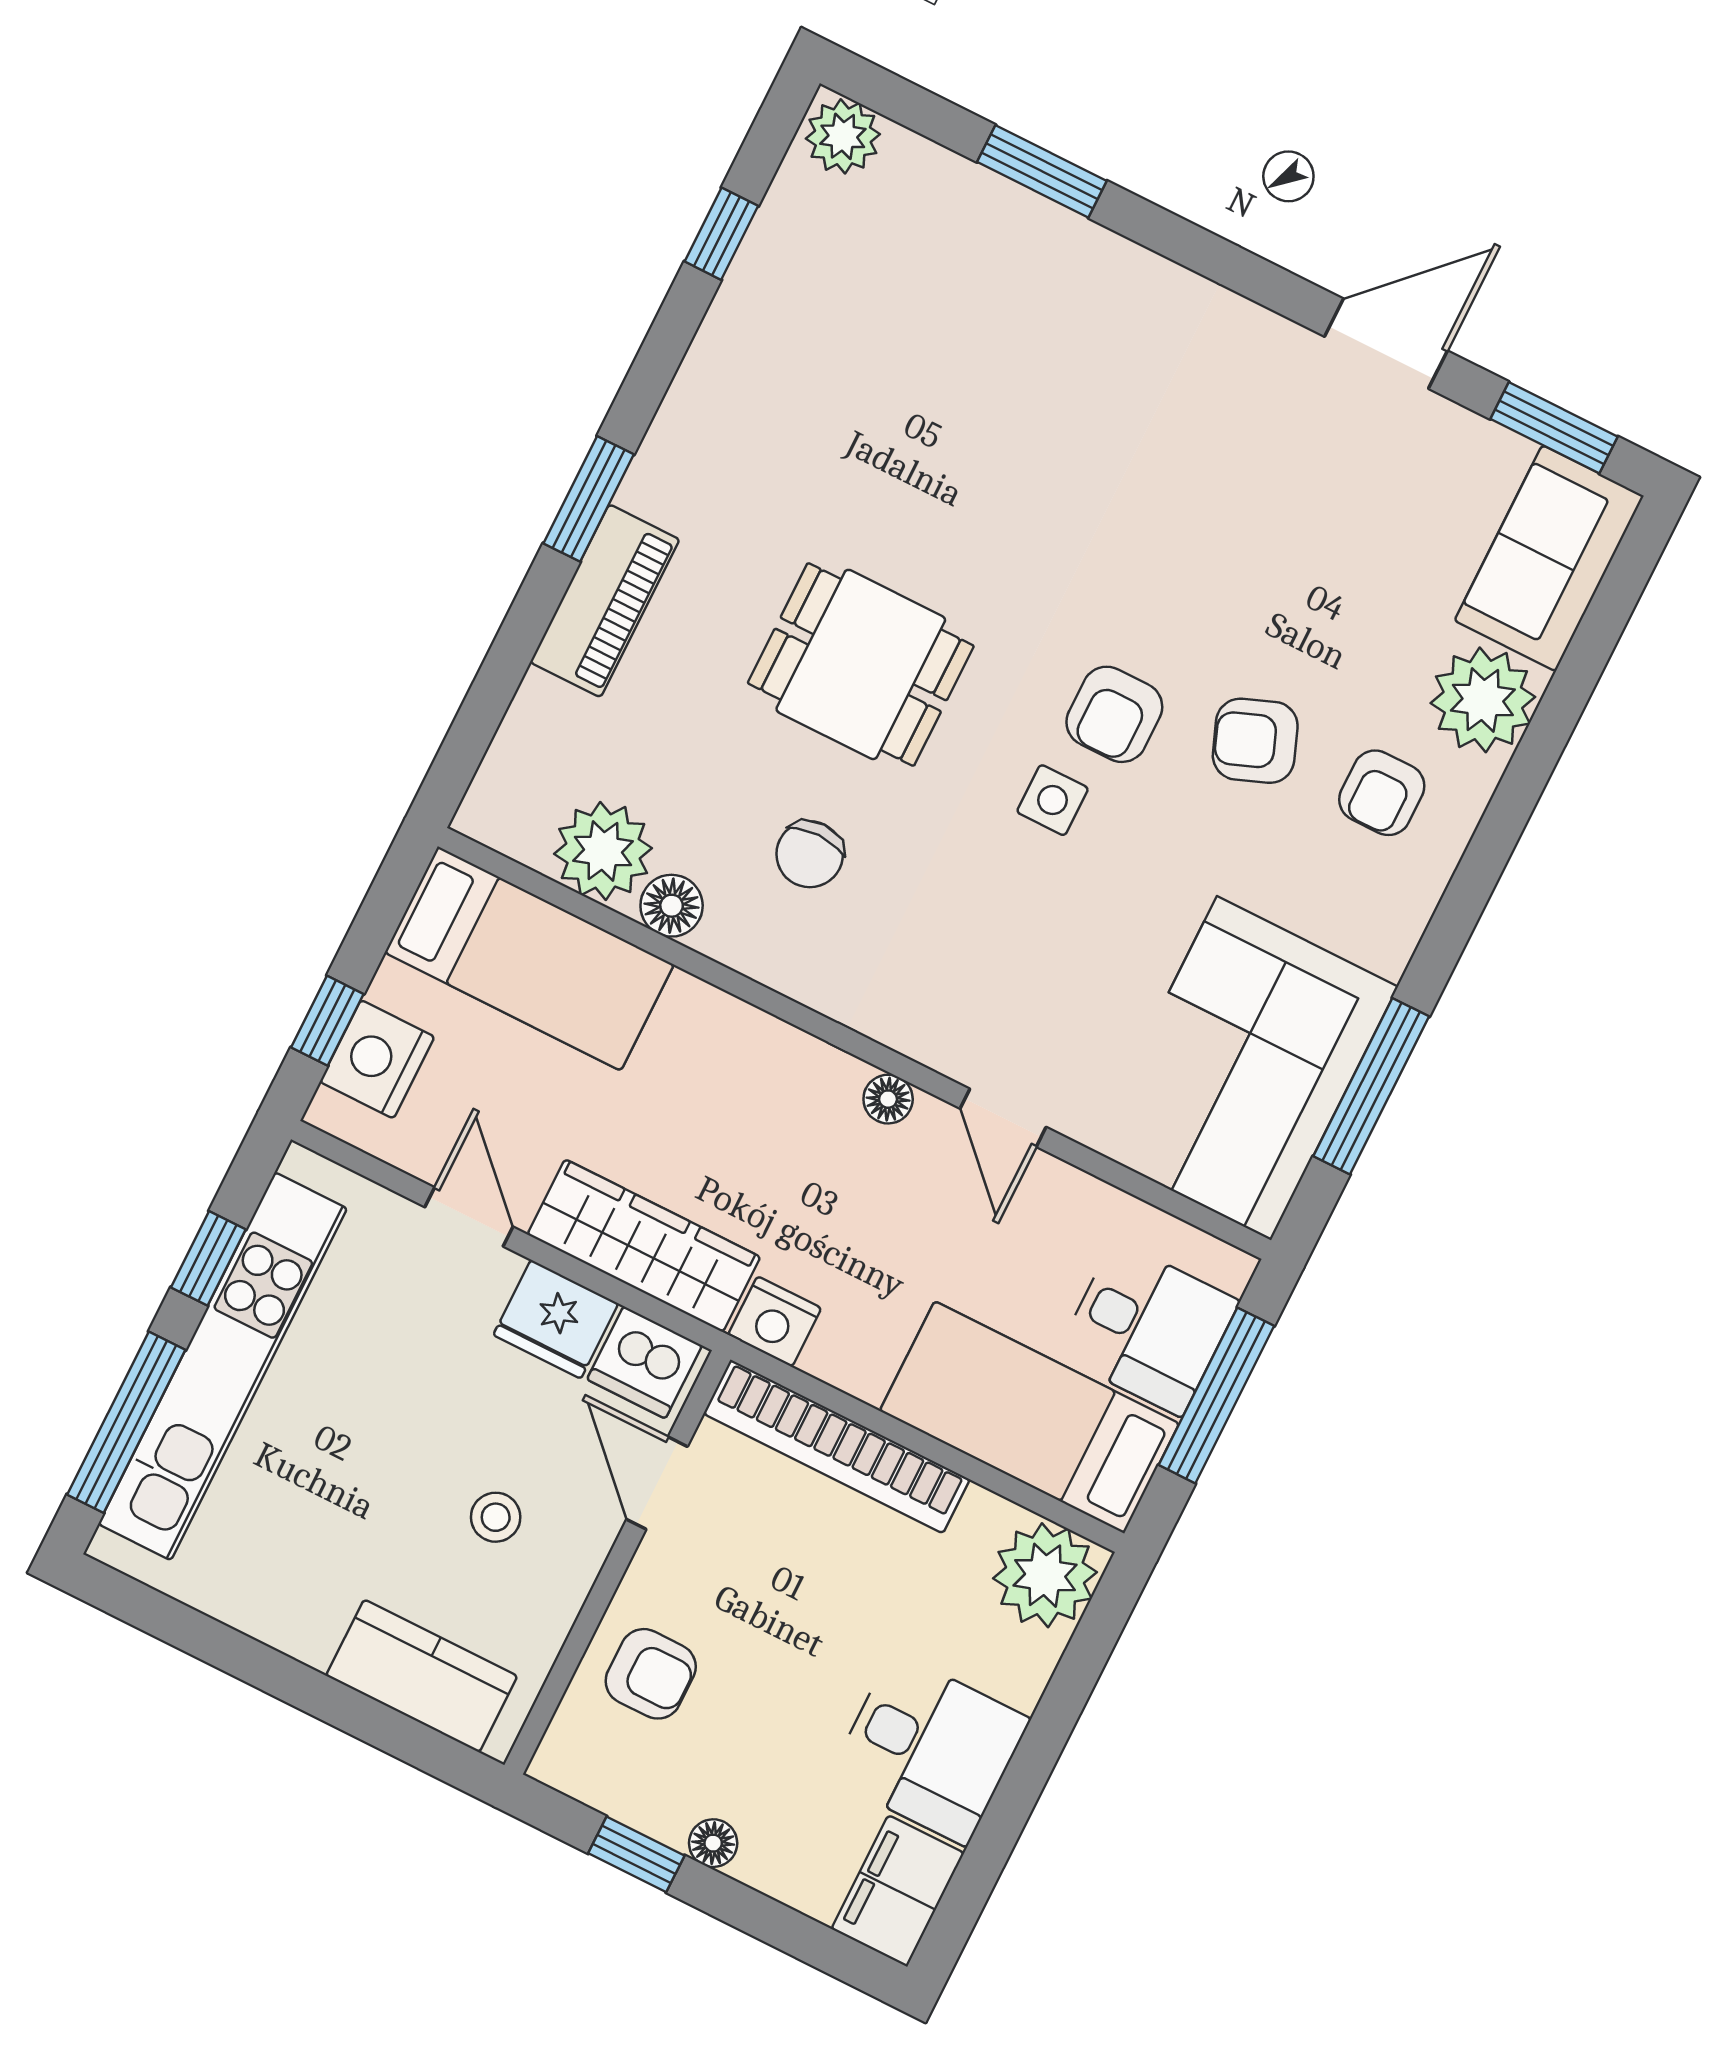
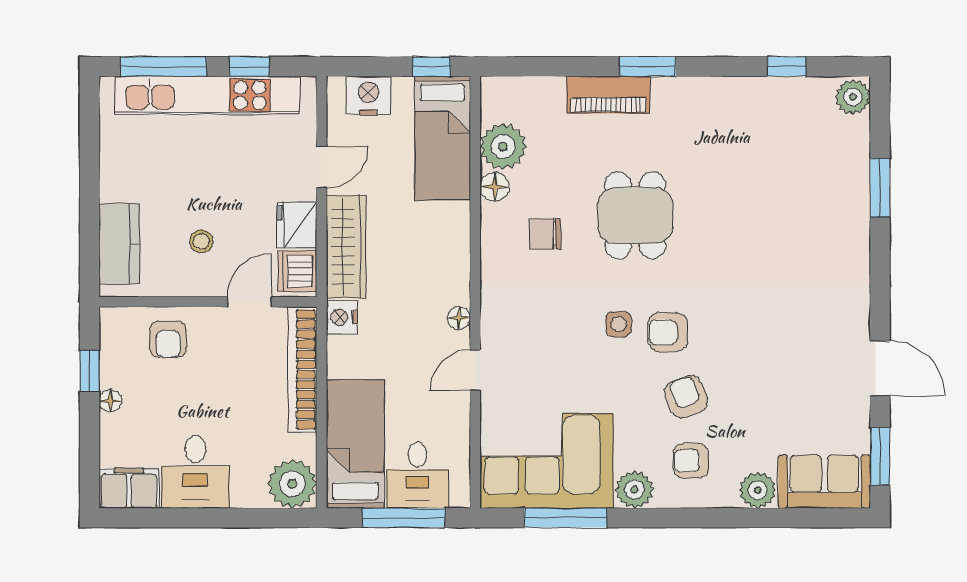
plant: (1483, 700) -> (758, 490), width x0.73, depth x0.73
plant: (1383, 928) -> (634, 490), added
window: (327, 1021) -> (431, 67), moved

